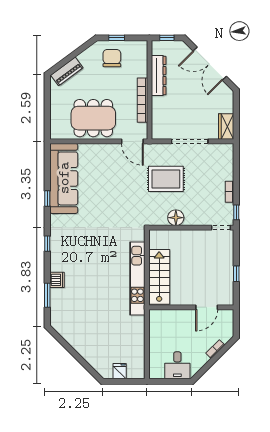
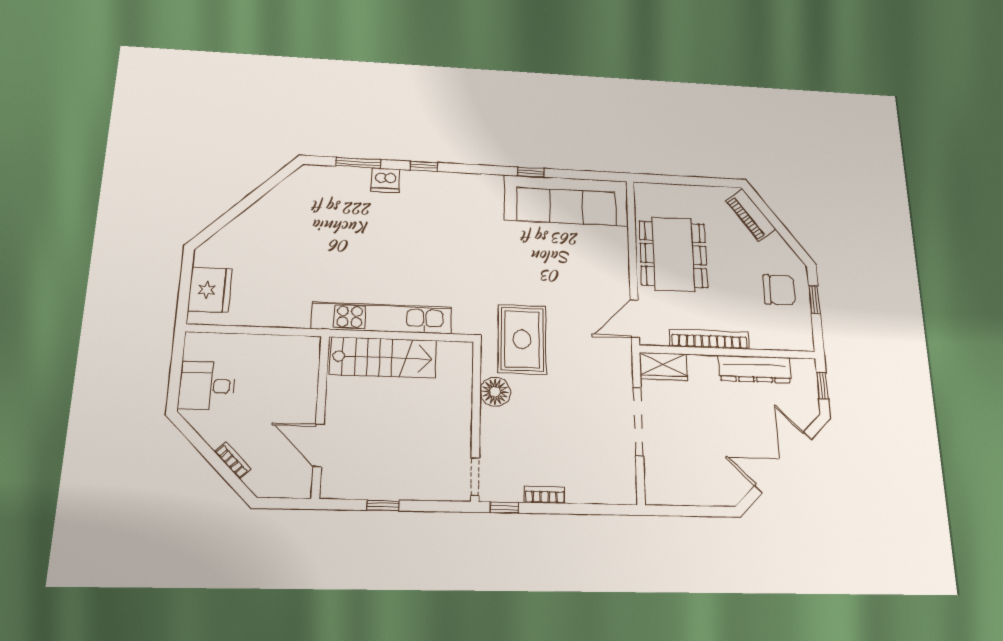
wardrobe: (226, 127) -> (663, 366), moved, turned 180
rug: (166, 179) -> (522, 339), moved
window: (47, 244) -> (424, 166), moved
fridge: (120, 371) -> (210, 290), width x1.88, depth x1.34

